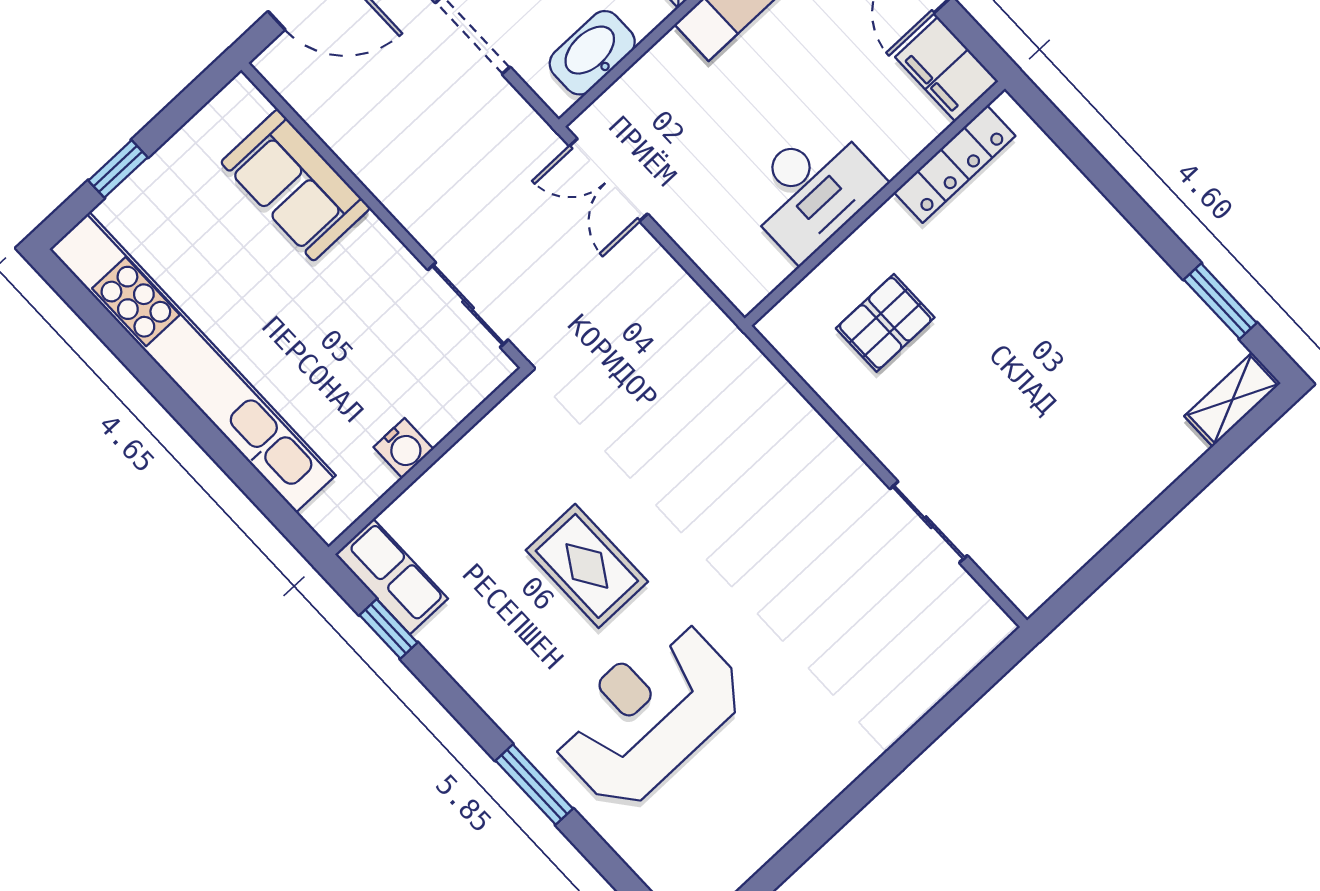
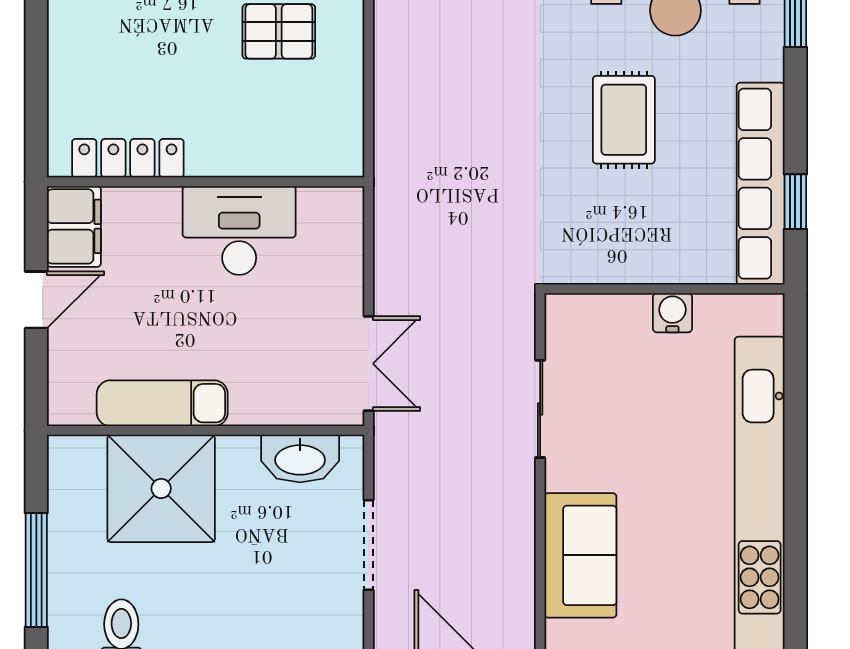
sliding door: (468, 305) -> (540, 409), moved
pallet: (885, 323) -> (279, 31), moved
row of seats: (392, 576) -> (761, 184), width x2.02

